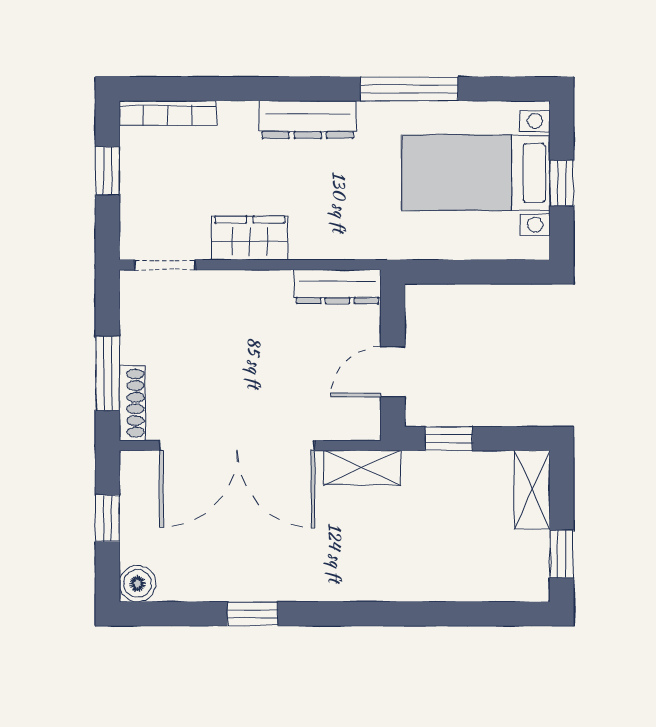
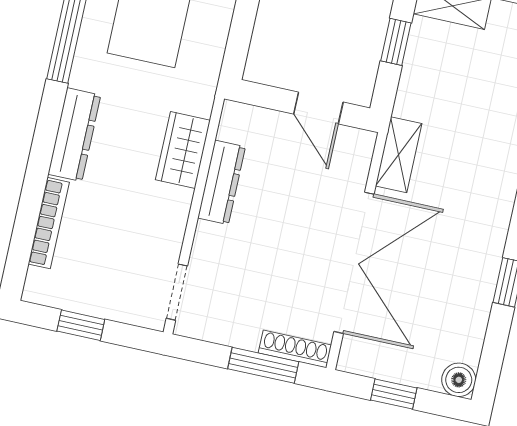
bookcase: (168, 113) -> (49, 223), moved
wardrobe: (250, 238) -> (183, 150), moved
dresser: (337, 287) -> (222, 182), moved
window: (449, 439) -> (396, 42), moved

